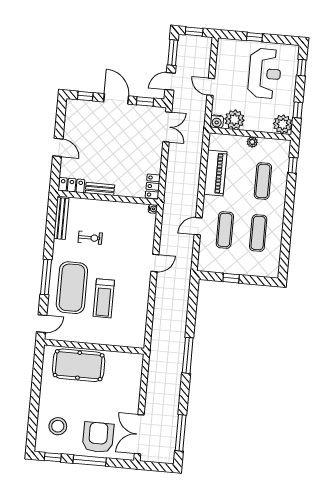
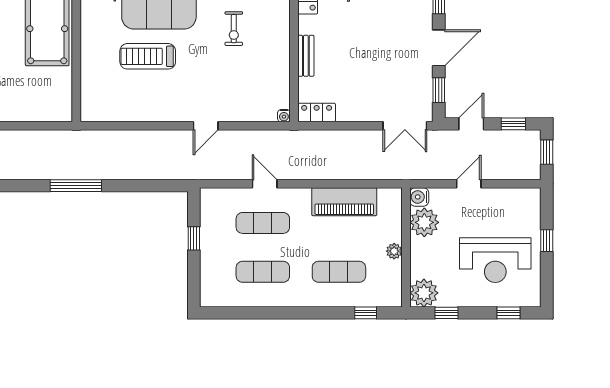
window: (173, 52) -> (513, 124), width x0.67
door: (170, 81) -> (471, 124), hinge flipped
bench: (100, 189) -> (306, 56), moved
door: (155, 263) -> (206, 126), hinge flipped

